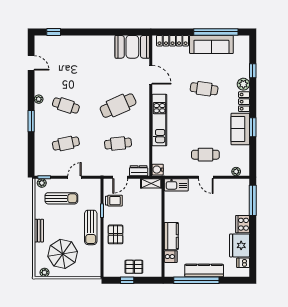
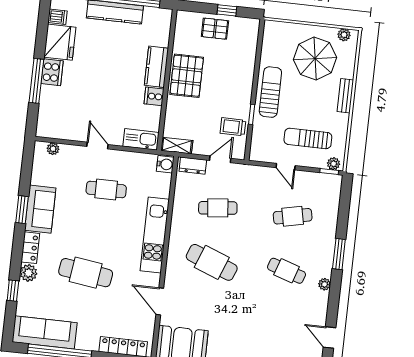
sofa: (211, 44) -> (45, 332), moved
cafe table: (204, 89) -> (86, 273), width x1.37, depth x1.35
cafe table: (118, 106) -> (212, 262), turned 45
cafe table: (205, 155) -> (106, 190), moved
door: (75, 177) -> (286, 167), hinge flipped
window: (253, 200) -> (36, 81), moved
pallet: (116, 234) -> (187, 76), moved, width x1.50, depth x1.42
cooker: (171, 257) -> (154, 96), moved

